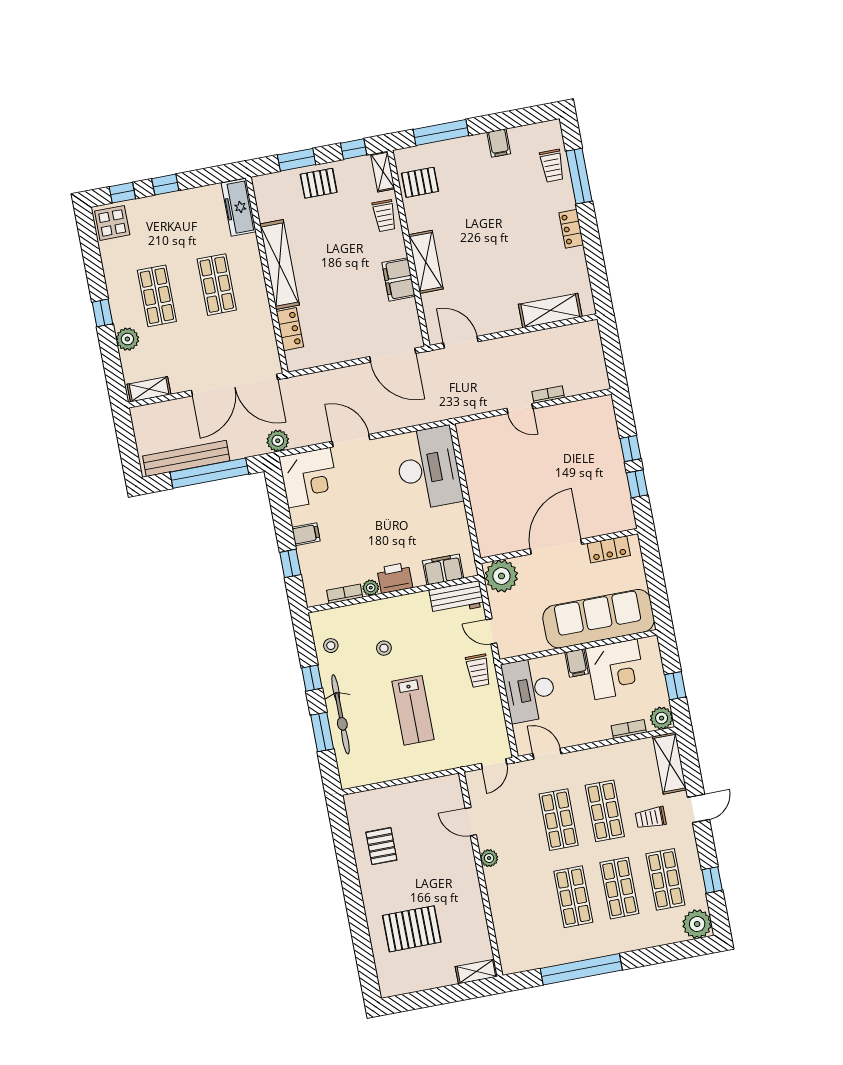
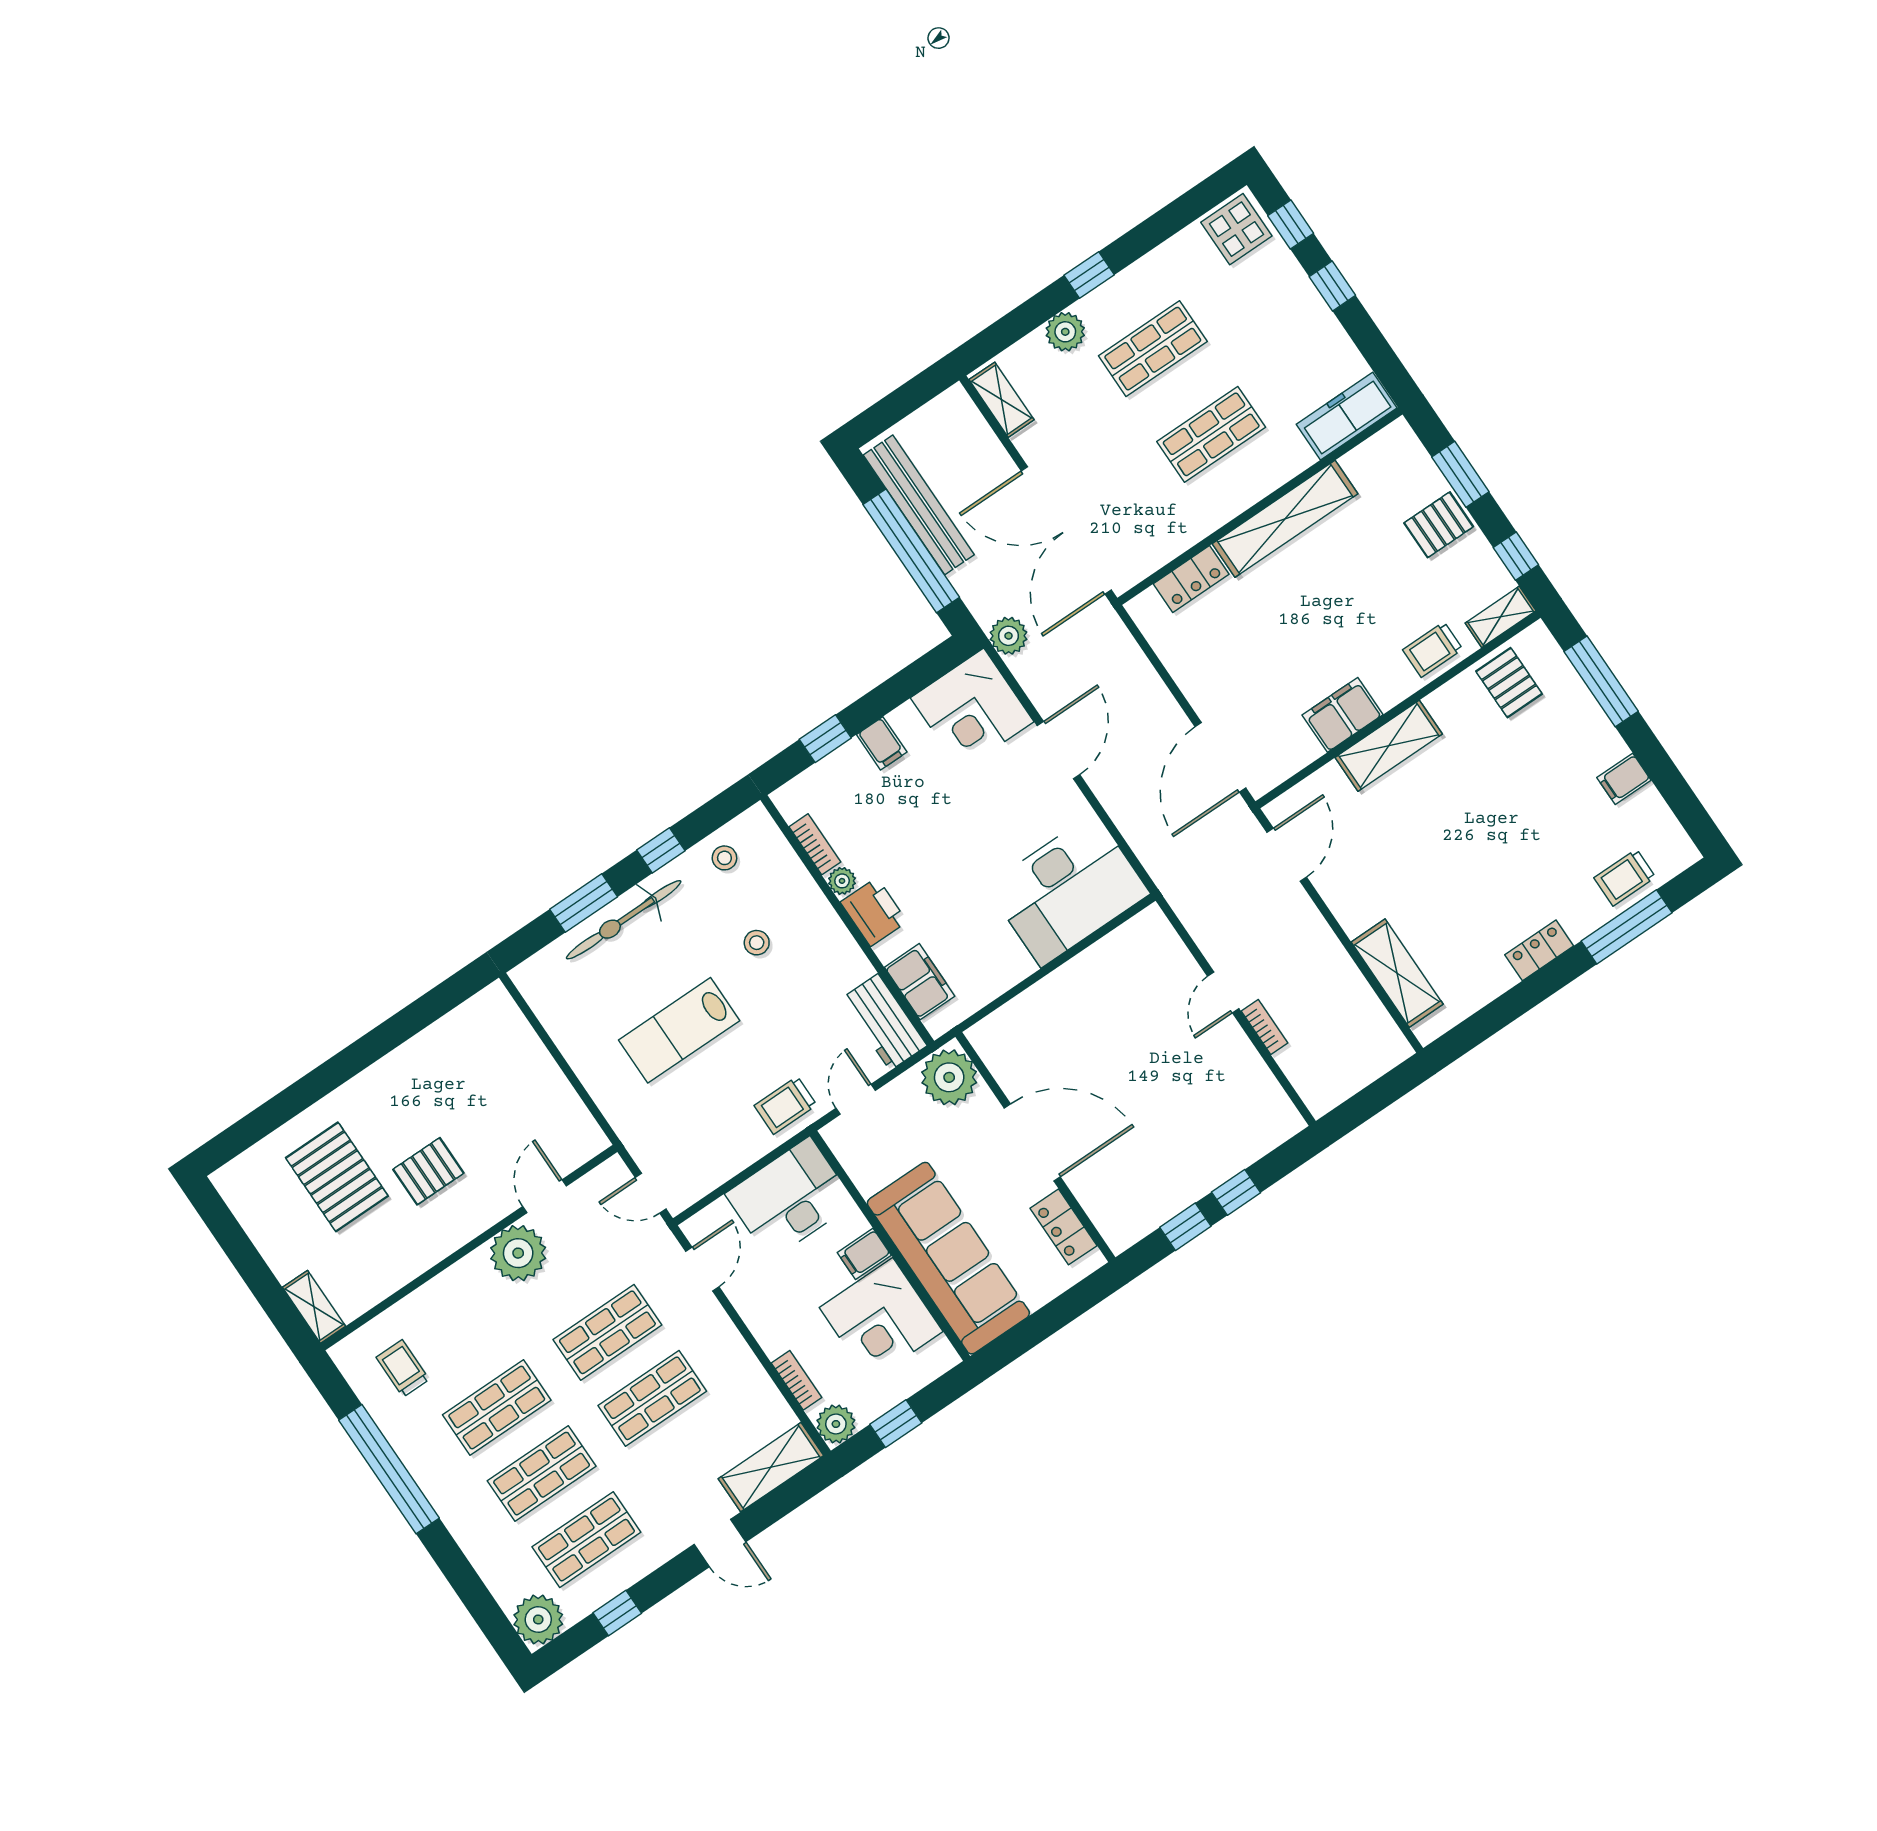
pallet: (319, 183) -> (1439, 525), turned 90
trolley: (651, 818) -> (403, 1368), moved
pallet: (381, 846) -> (428, 1171), moved
plant: (489, 858) -> (518, 1253), width x1.88, depth x1.88

